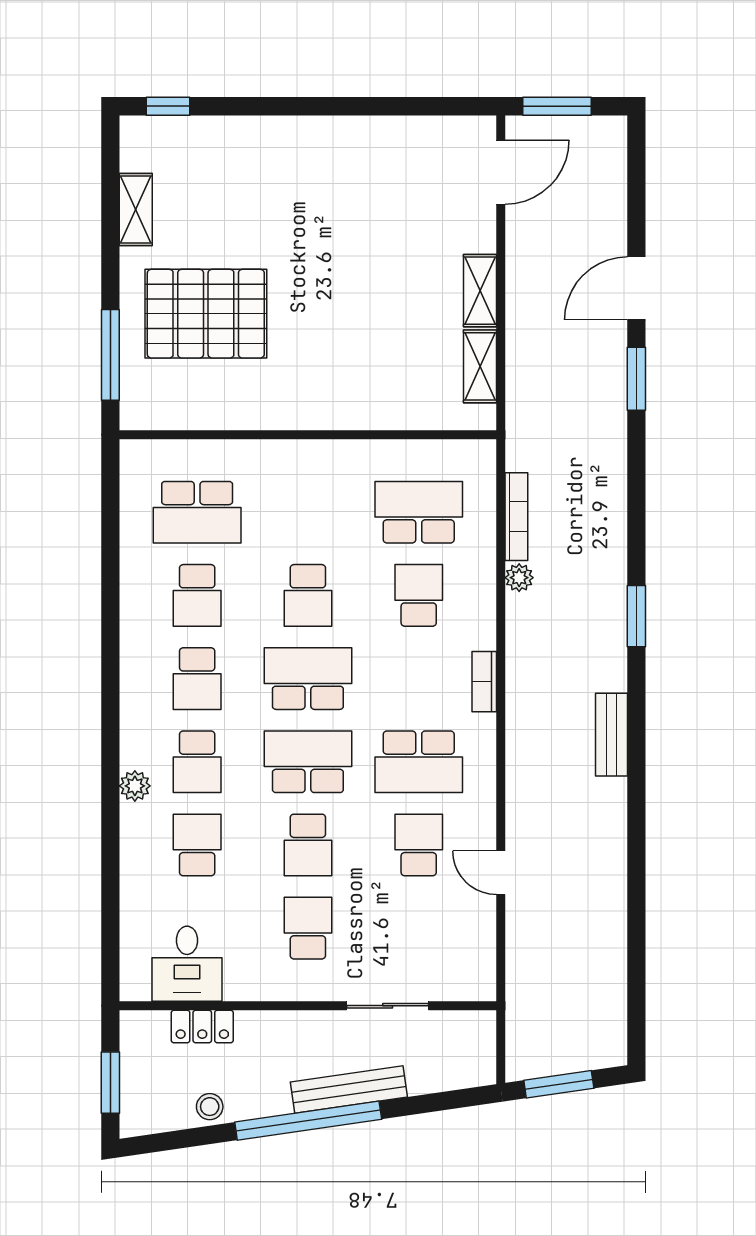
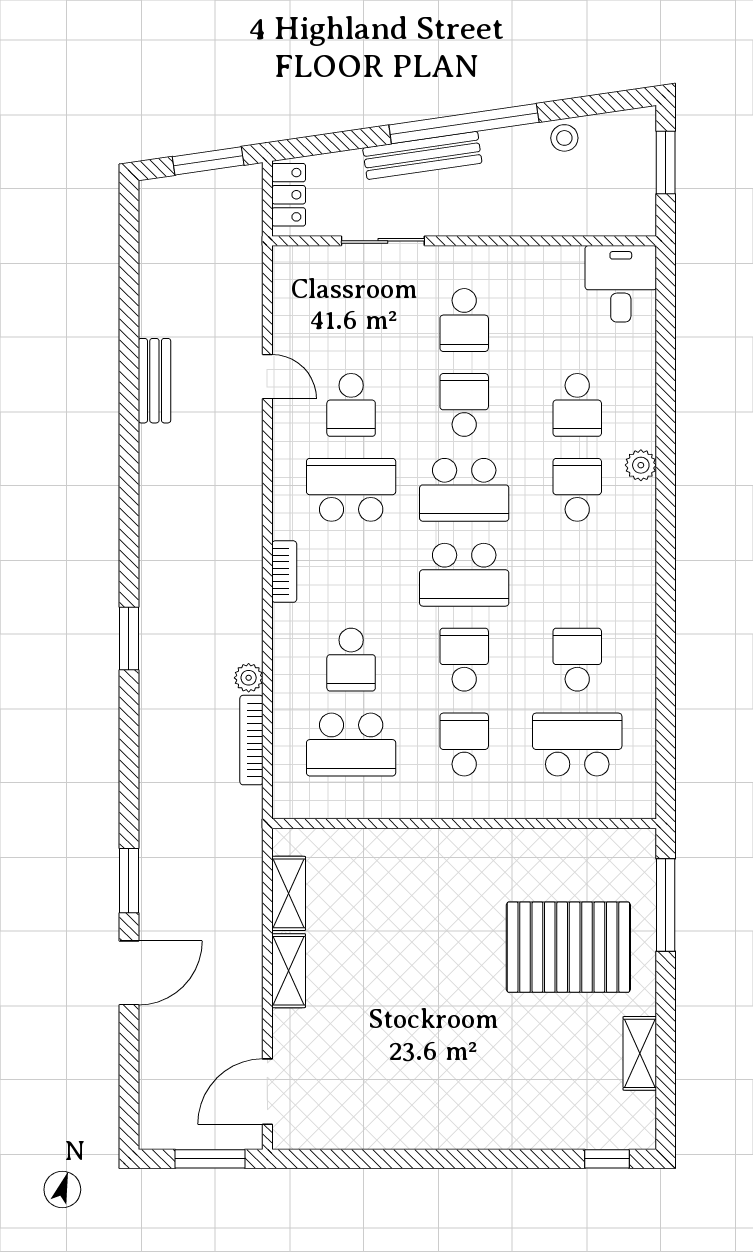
school desk: (197, 679) -> (464, 745), moved
bench: (611, 735) -> (154, 381), moved
desk: (187, 964) -> (621, 284), moved
locker: (202, 1027) -> (289, 195), moved, turned 90

